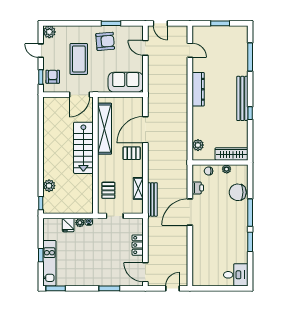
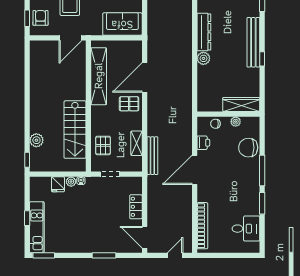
plant: (198, 145) -> (203, 58), moved
stairs: (83, 148) -> (75, 130), moved
bookcase: (197, 262) -> (202, 226), added
desk: (236, 275) -> (246, 229), moved

